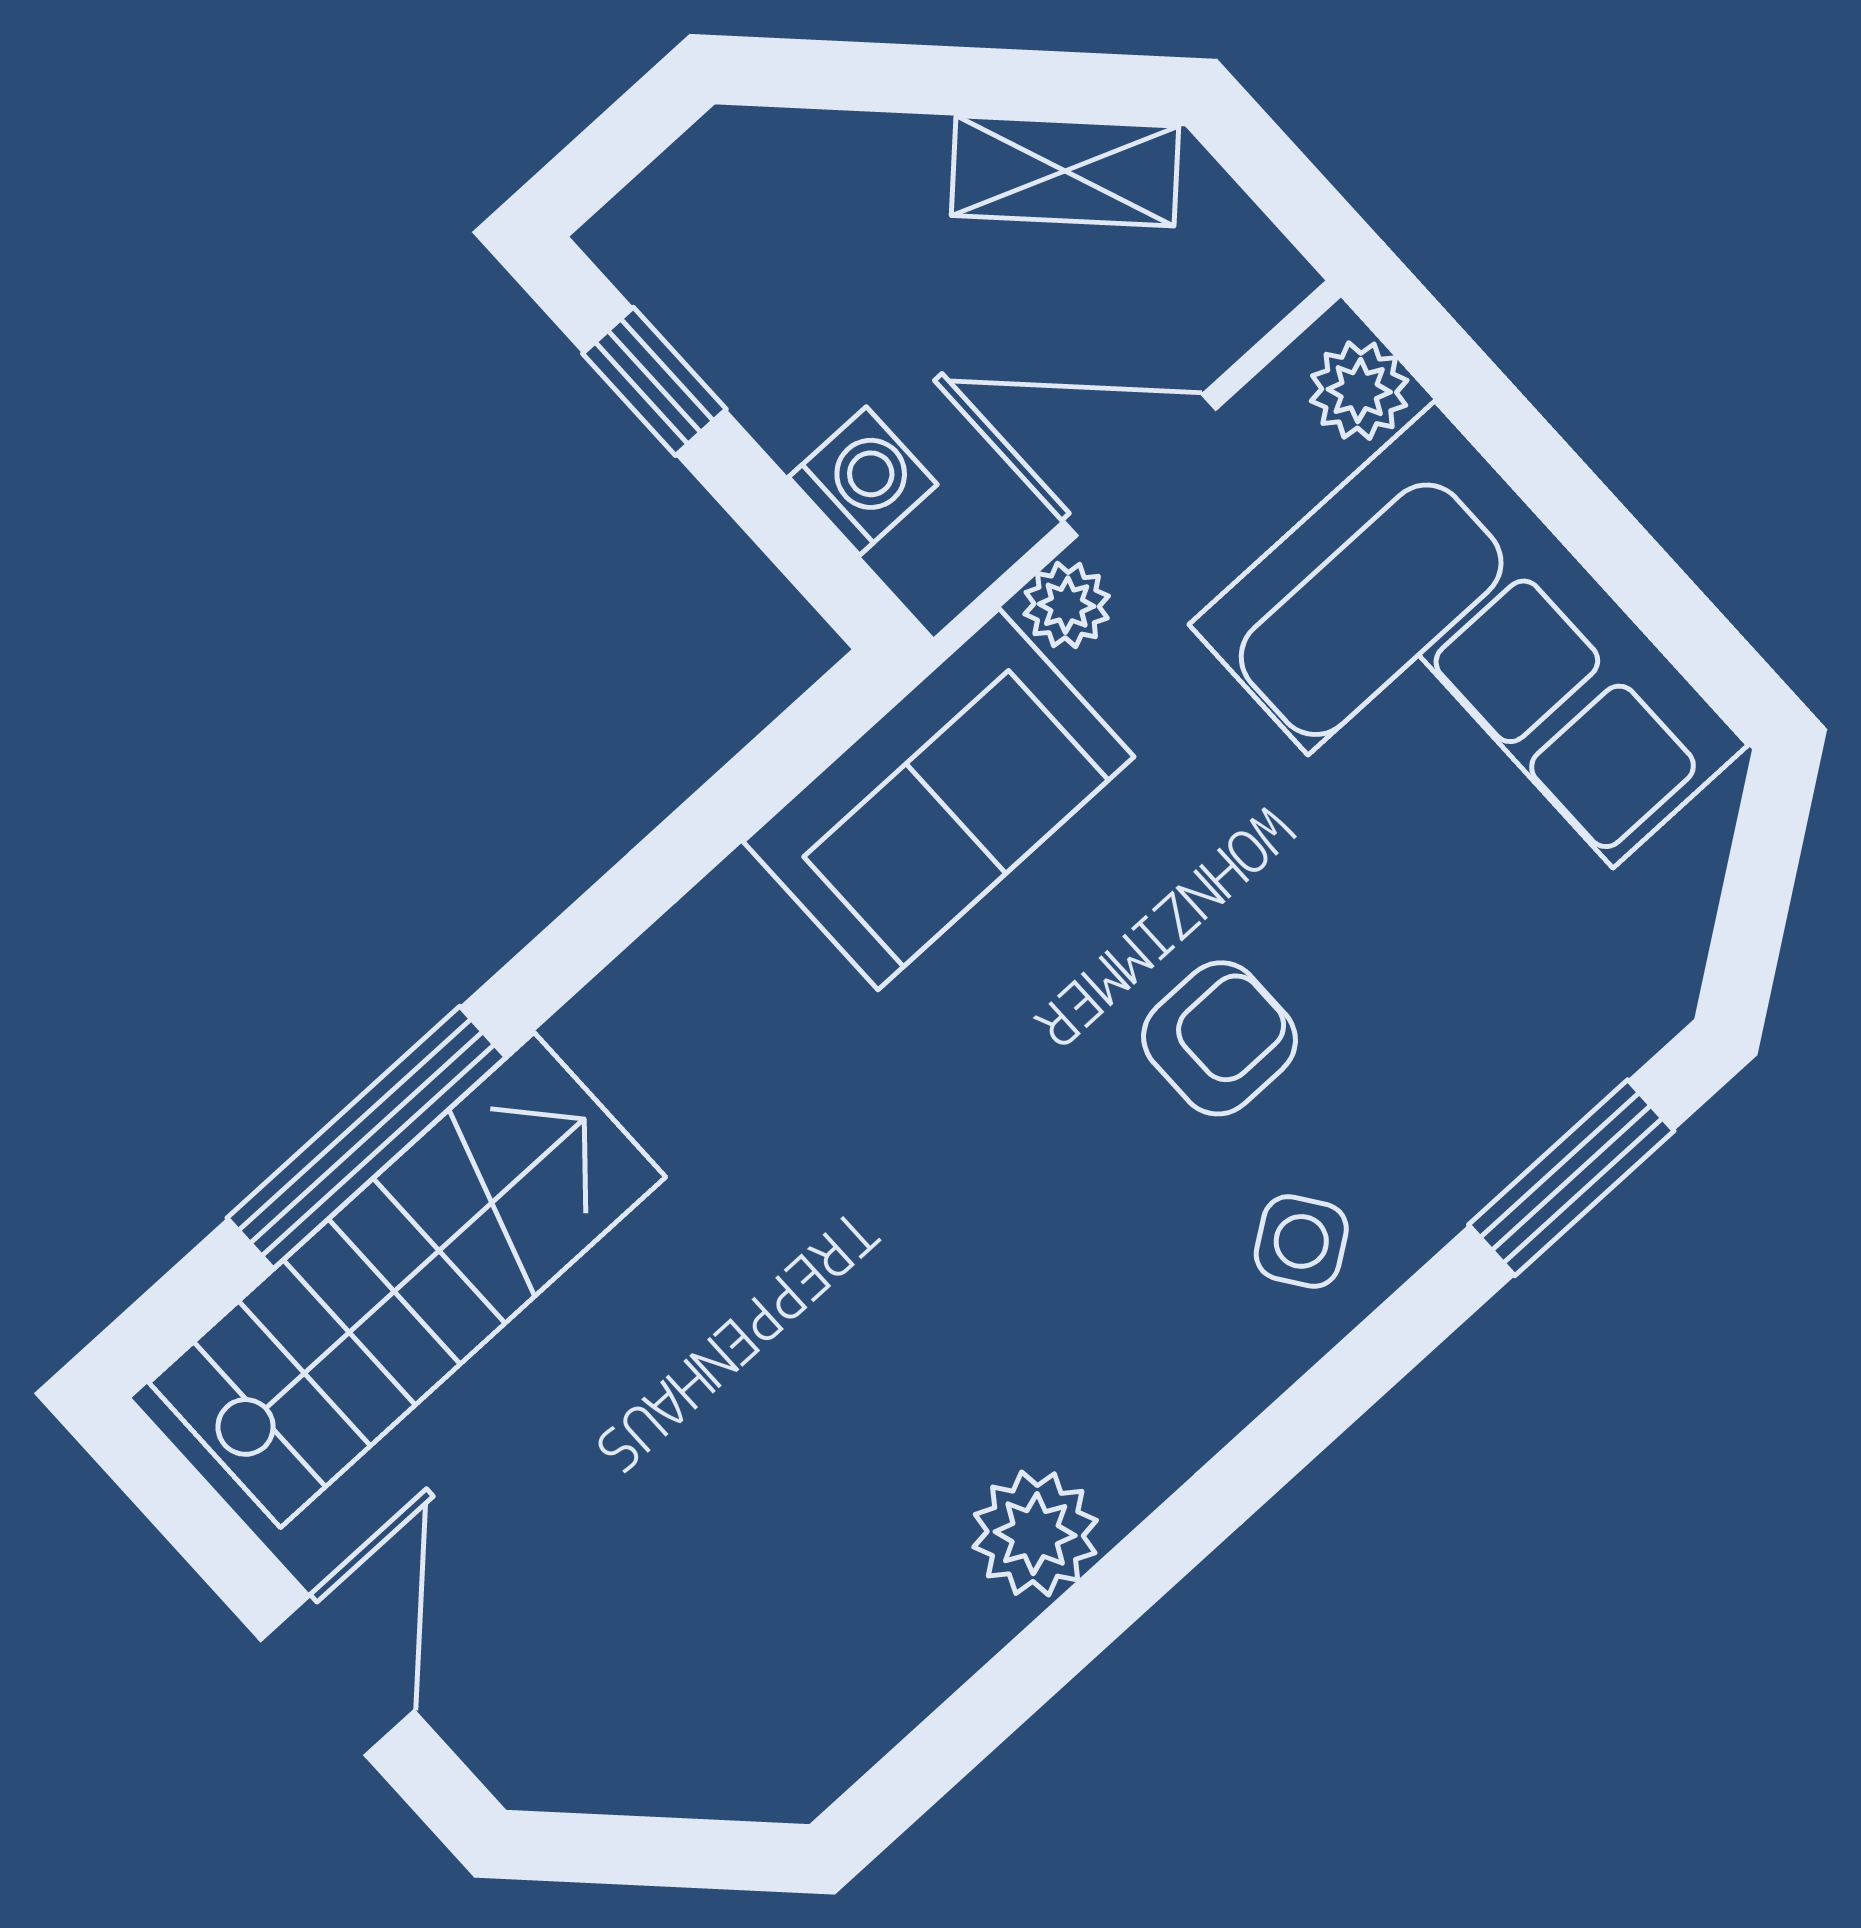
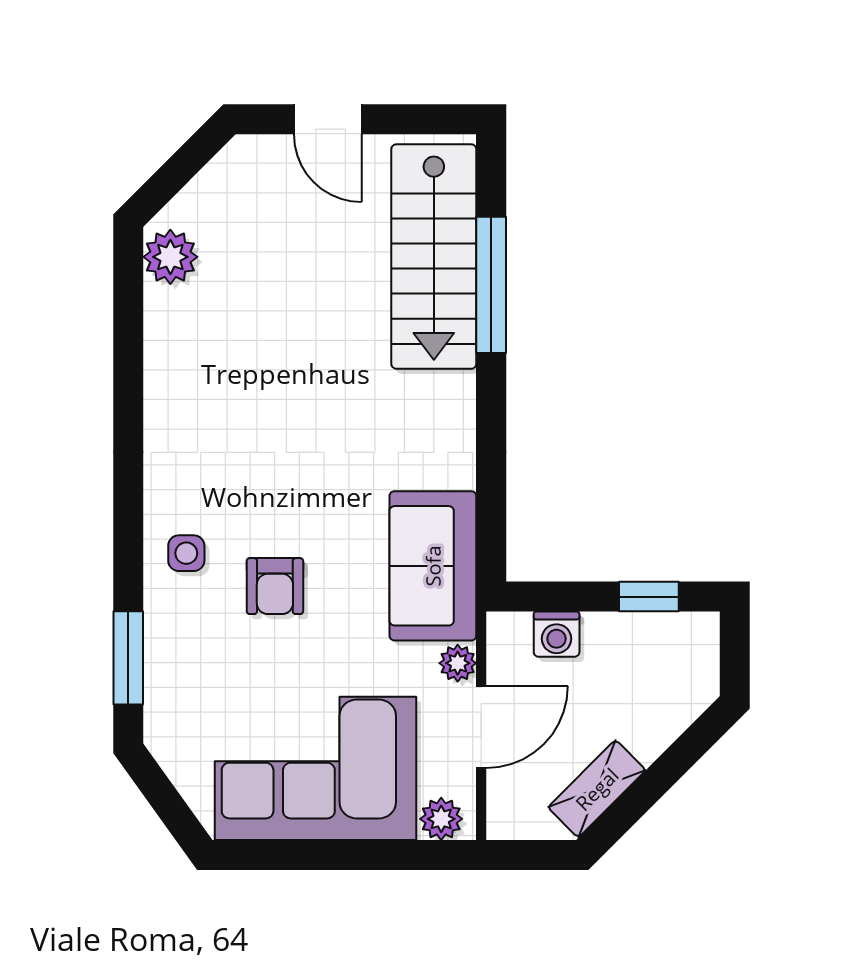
side table: (1301, 1241) -> (186, 553), turned 35
plant: (1035, 1534) -> (170, 257), moved

